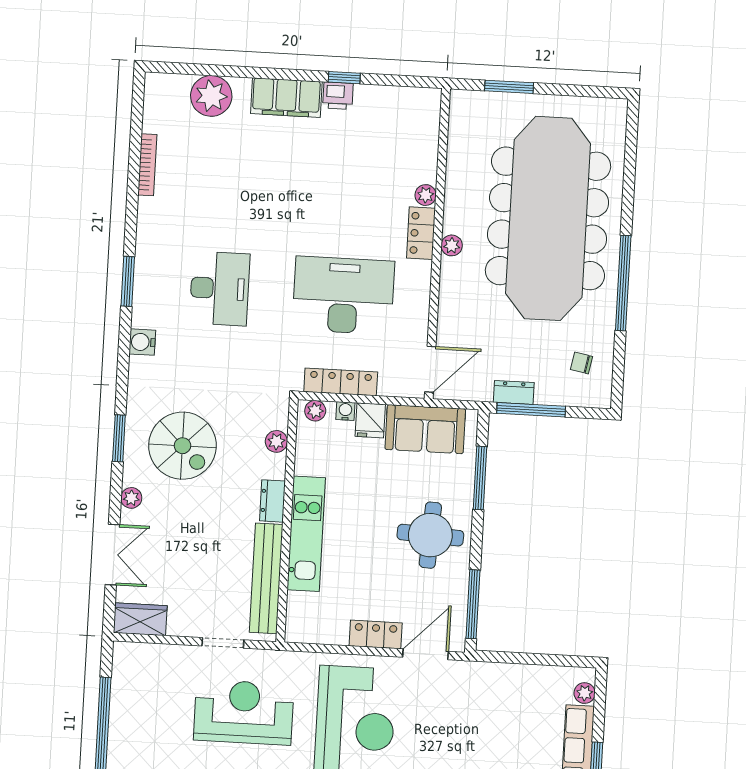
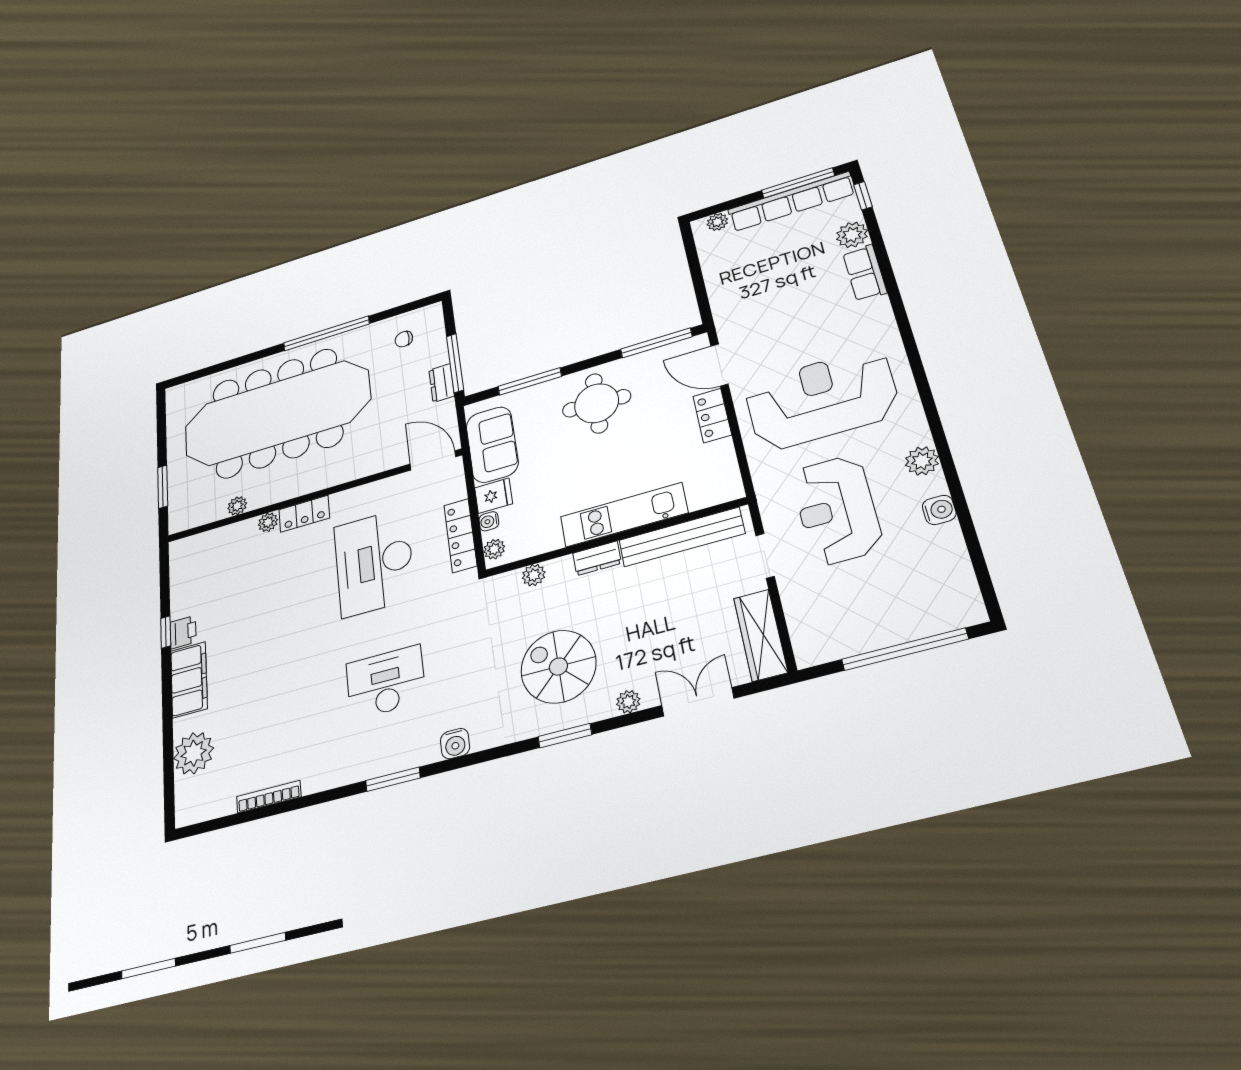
plant: (452, 245) -> (237, 506), moved
chair: (581, 363) -> (404, 339), turned 79
spiral stairs: (182, 446) -> (558, 667), turned -90
wardrobe: (140, 619) -> (760, 635), width x1.50

